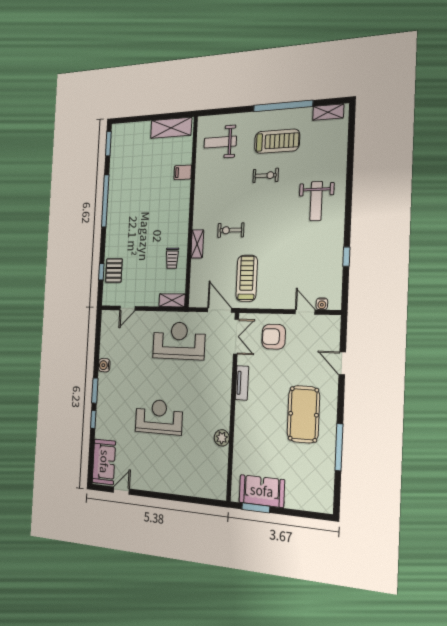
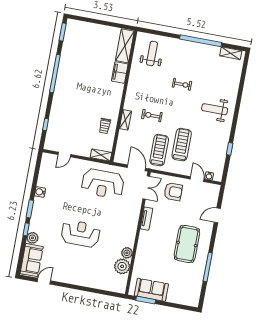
shelving: (171, 128) -> (125, 46), moved, turned 90
treadmill: (277, 141) -> (182, 145), moved, turned -90
weight bench: (220, 142) -> (152, 53), turned 90
filing cabinet: (183, 172) -> (120, 72), width x2.00
weight bench: (316, 201) -> (215, 109), turned 90
pallet: (114, 270) -> (56, 126), removed
armchair: (274, 337) -> (173, 192), turned 180
reception desk: (179, 341) -> (103, 184), turned 180
door: (342, 363) -> (217, 215), hinge flipped
plant: (102, 430) -> (32, 238), added
plant: (218, 459) -> (122, 266), added

